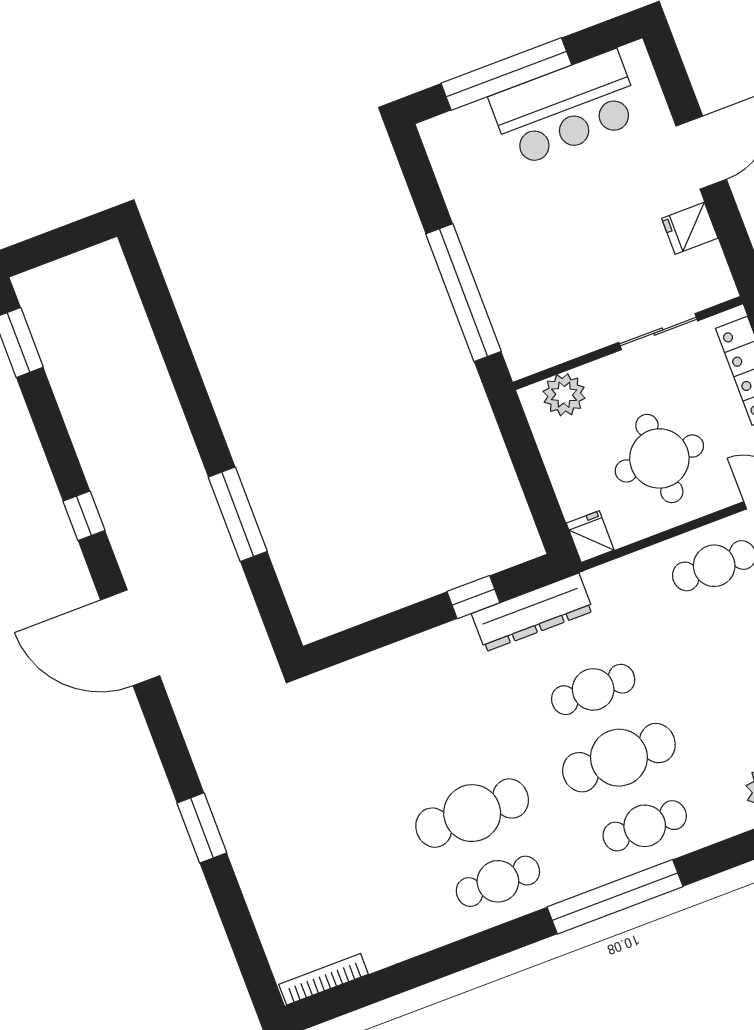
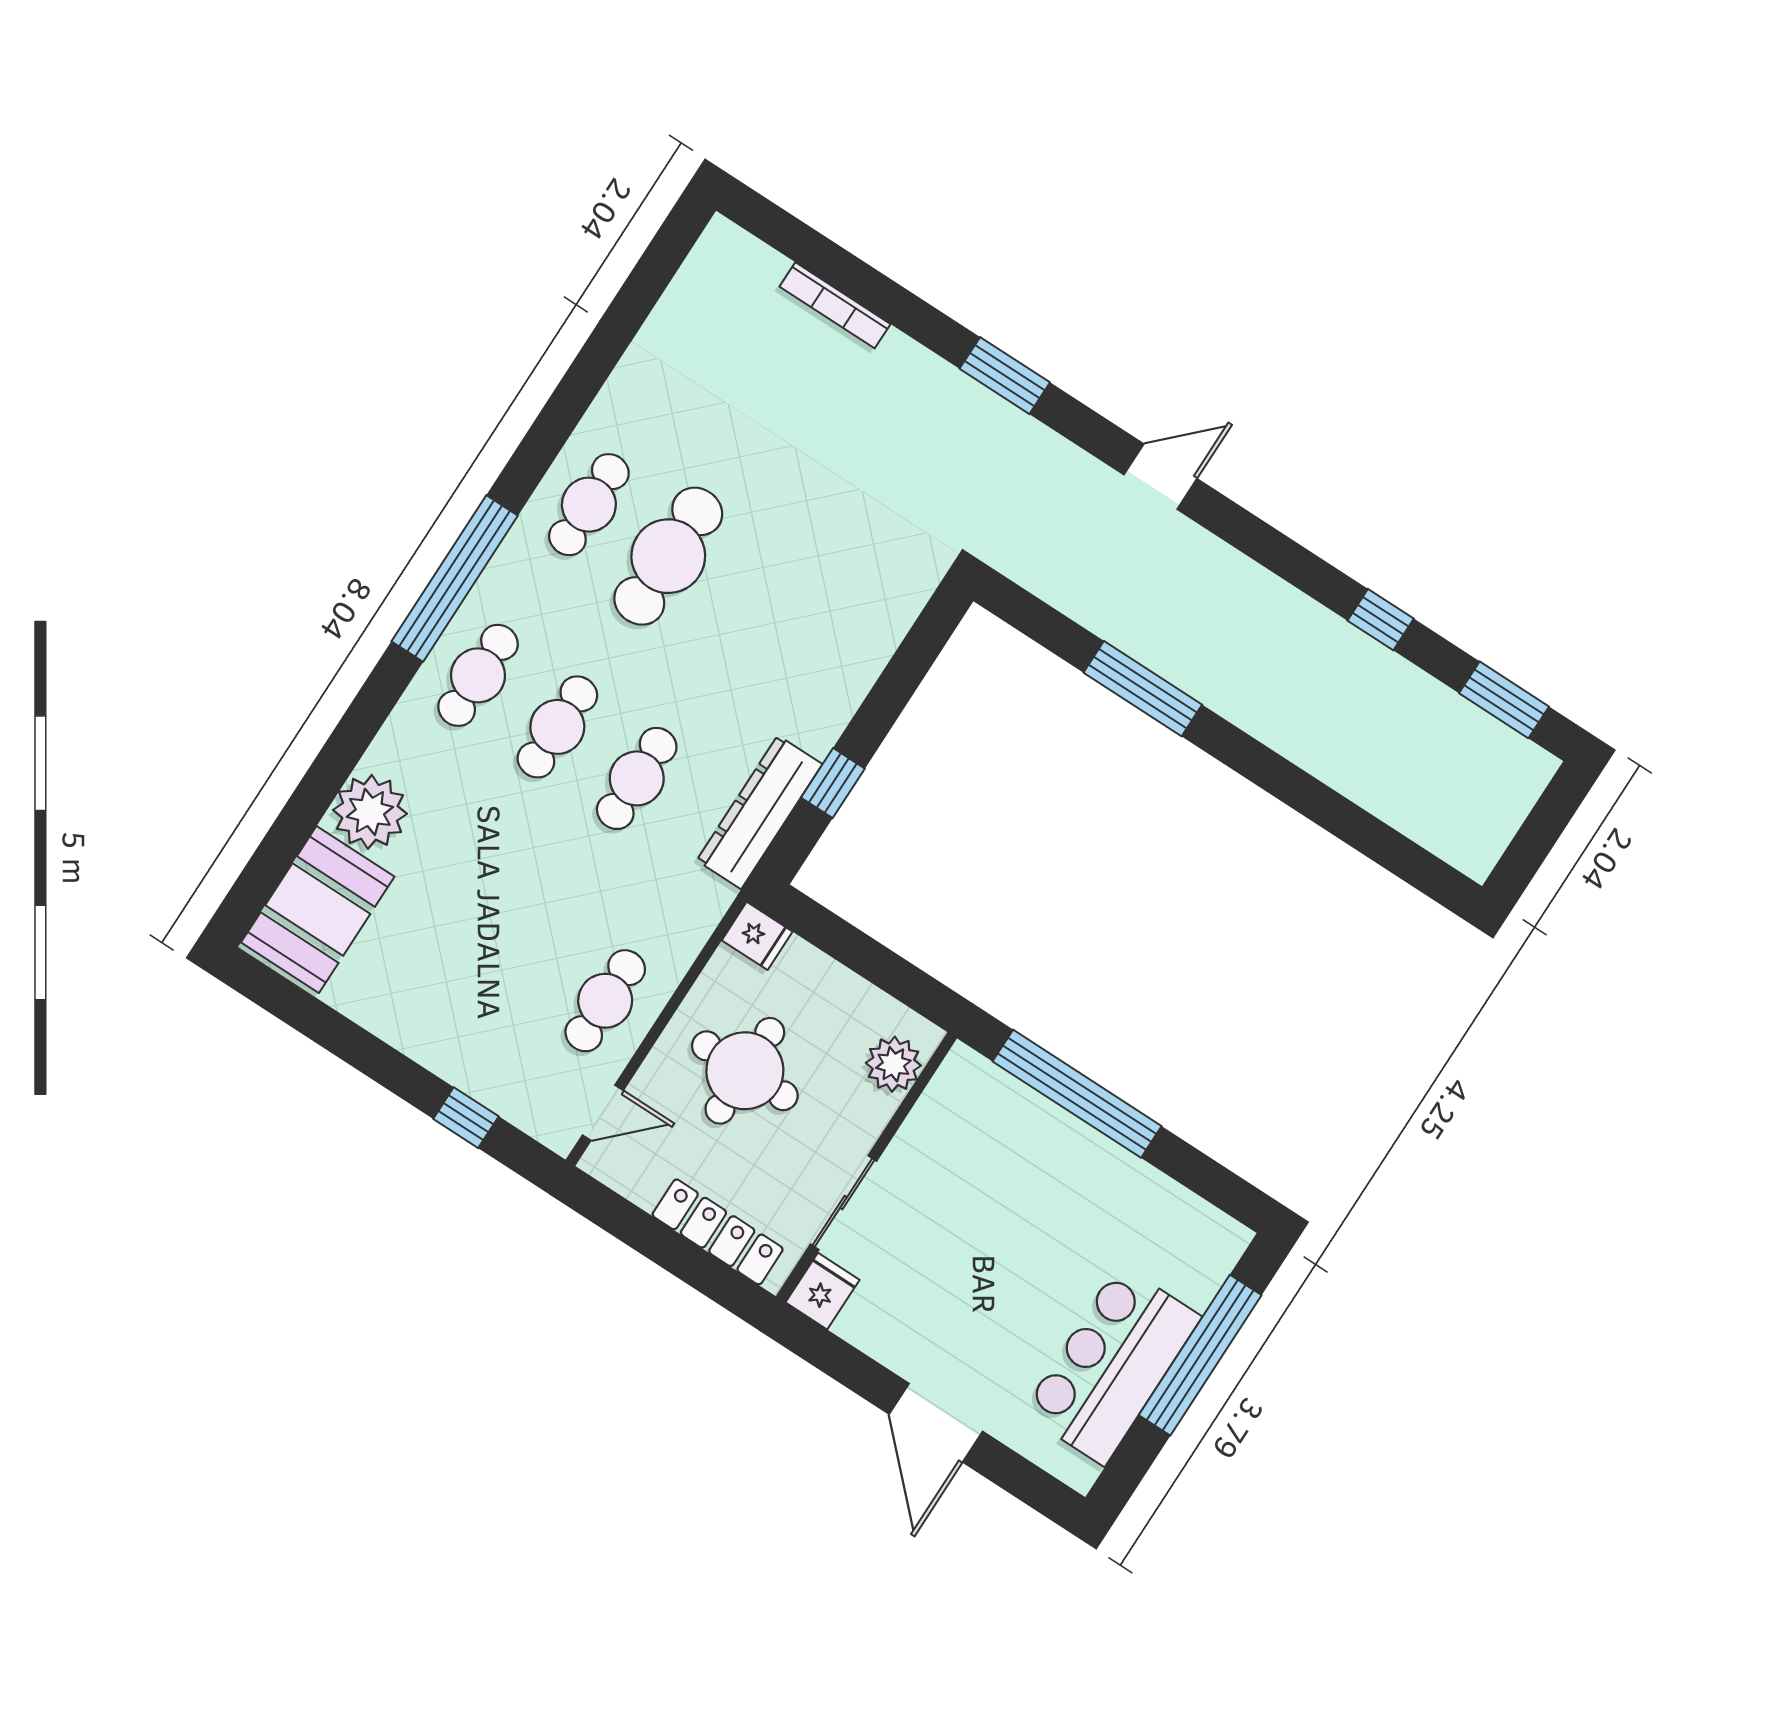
fridge: (690, 228) -> (823, 1291), moved
window: (84, 516) -> (1381, 620), moved
door: (130, 638) -> (1160, 477), width x0.53
cafe table: (619, 758) -> (557, 727), width x0.73, depth x0.74
window: (202, 828) -> (1005, 376), moved
bookcase: (324, 979) -> (835, 305), moved, turned 90

